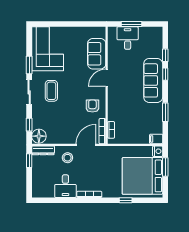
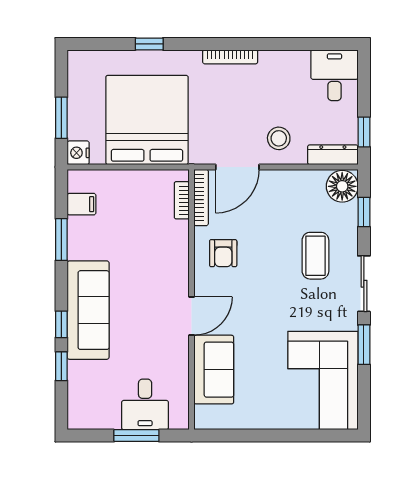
coffee table: (51, 91) -> (315, 256), moved
filing cabinet: (156, 139) -> (82, 204), moved
bed: (142, 176) -> (147, 120), moved, turned -90
desk: (65, 186) -> (334, 75), moved

